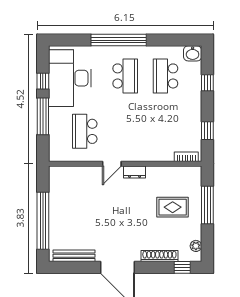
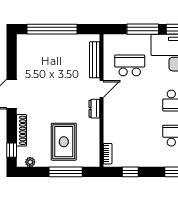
door: (112, 164) -> (102, 89), swing flipped
rug: (173, 207) -> (64, 142), width x1.36, depth x1.43
bench: (74, 256) -> (95, 60), moved

